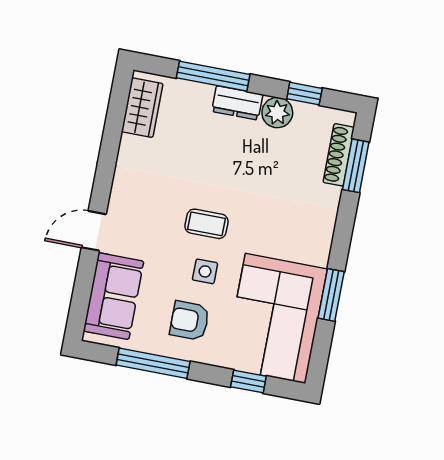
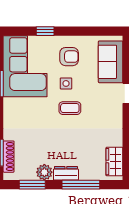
window: (304, 94) -> (32, 185), width x1.50
window: (153, 363) -> (84, 31), removed
window: (248, 382) -> (45, 31), moved

